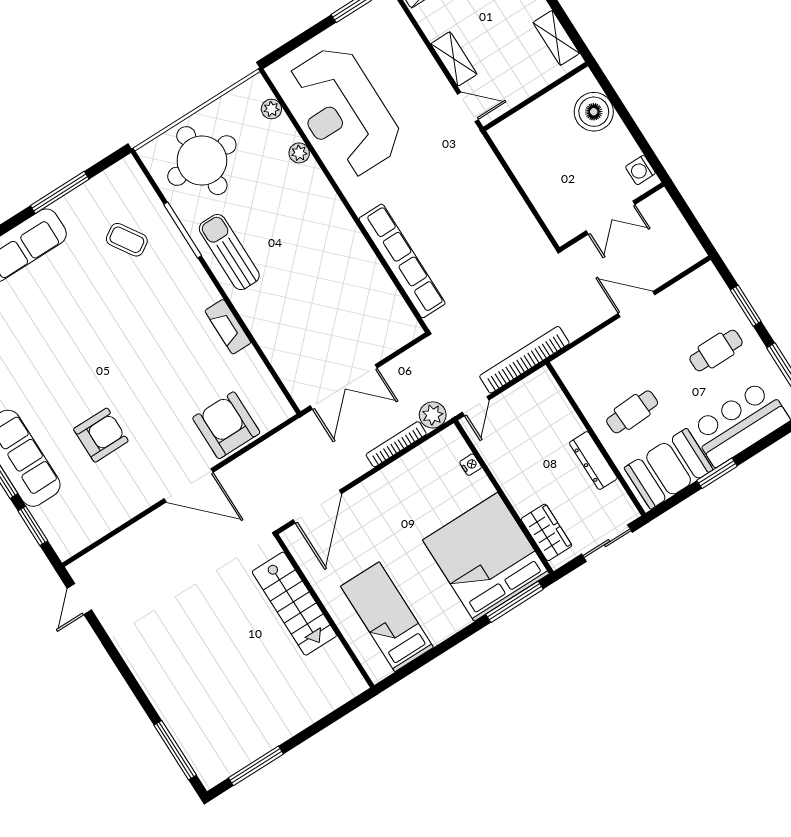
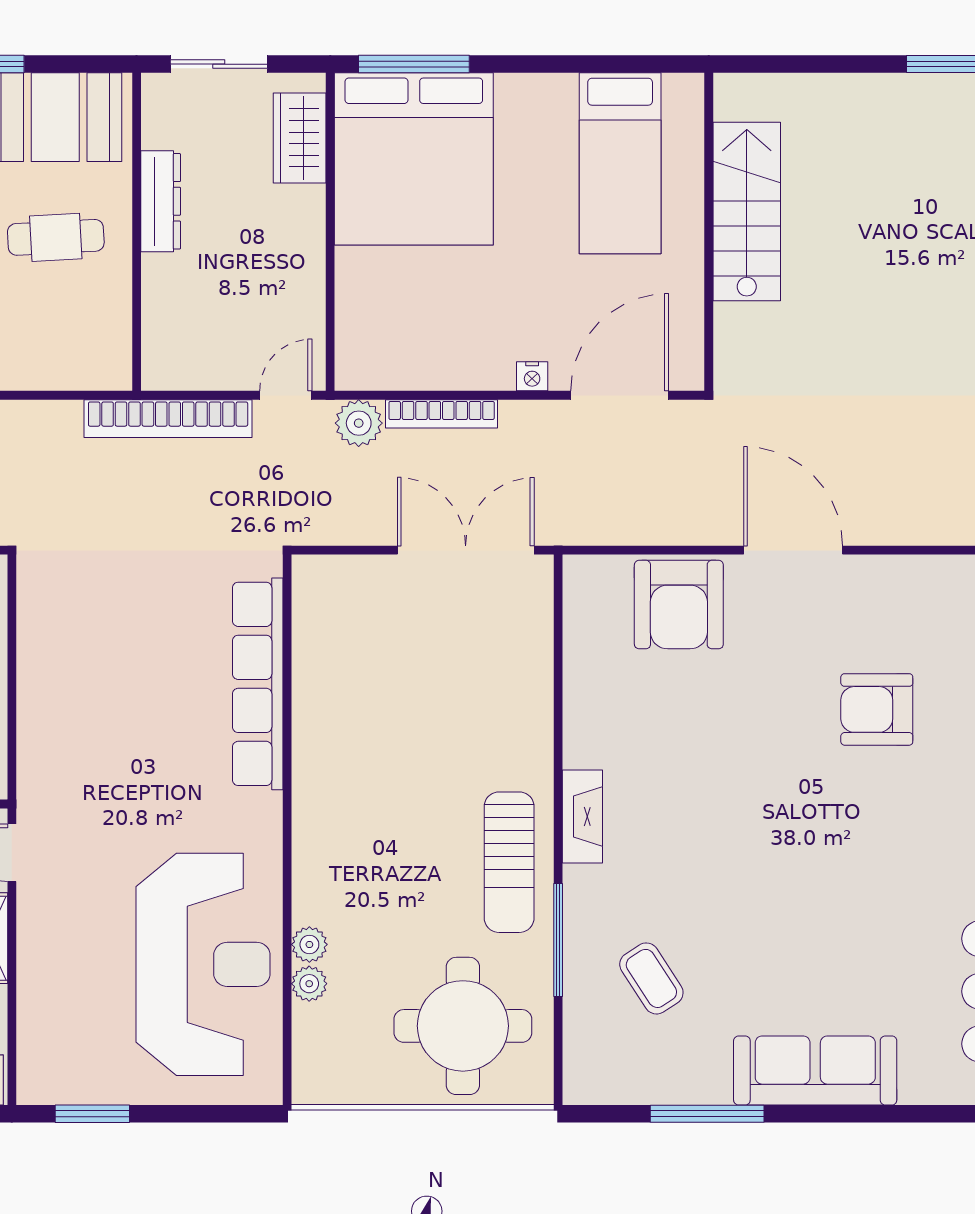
plant: (271, 109) -> (309, 984), moved
fireplace: (228, 327) -> (582, 816), moved
nightstand: (471, 465) -> (532, 376), moved, turned -90
stairs: (294, 604) -> (747, 212), moved

